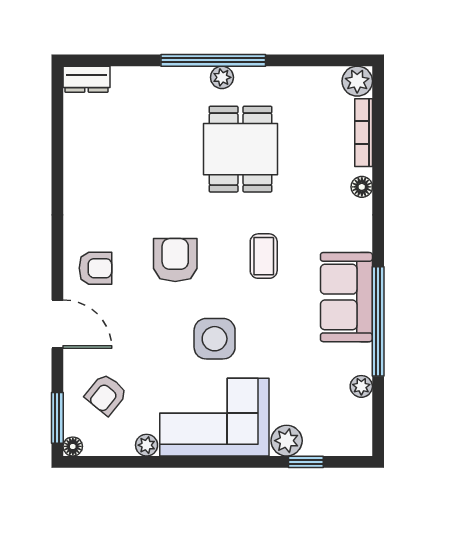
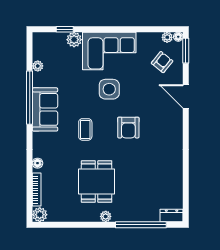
window: (213, 60) -> (141, 225), moved
armchair: (95, 268) -> (167, 124), removed
plant: (147, 445) -> (167, 37), moved

